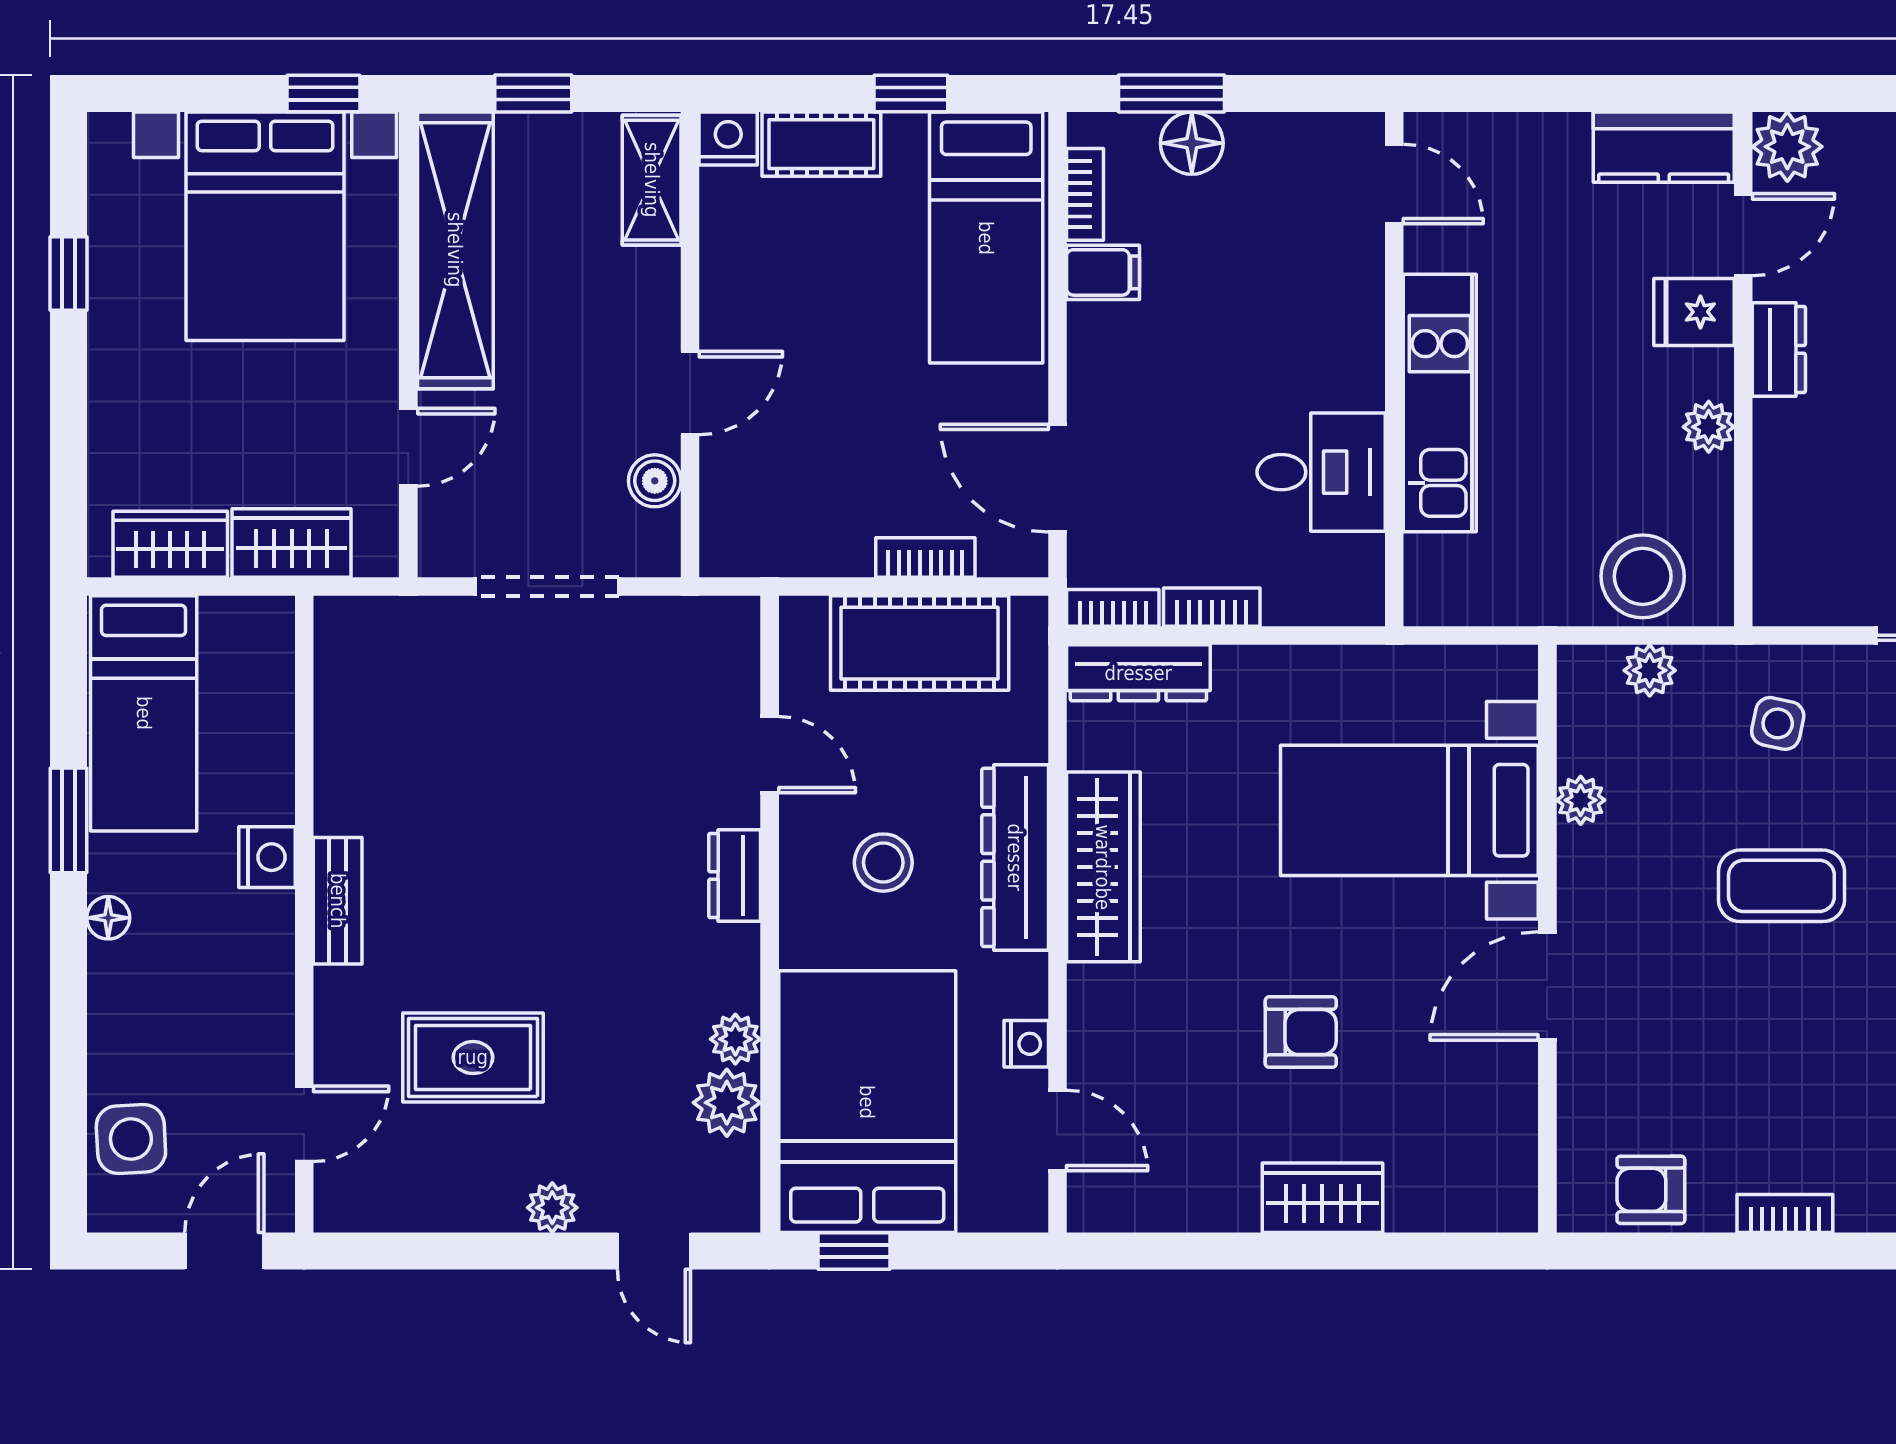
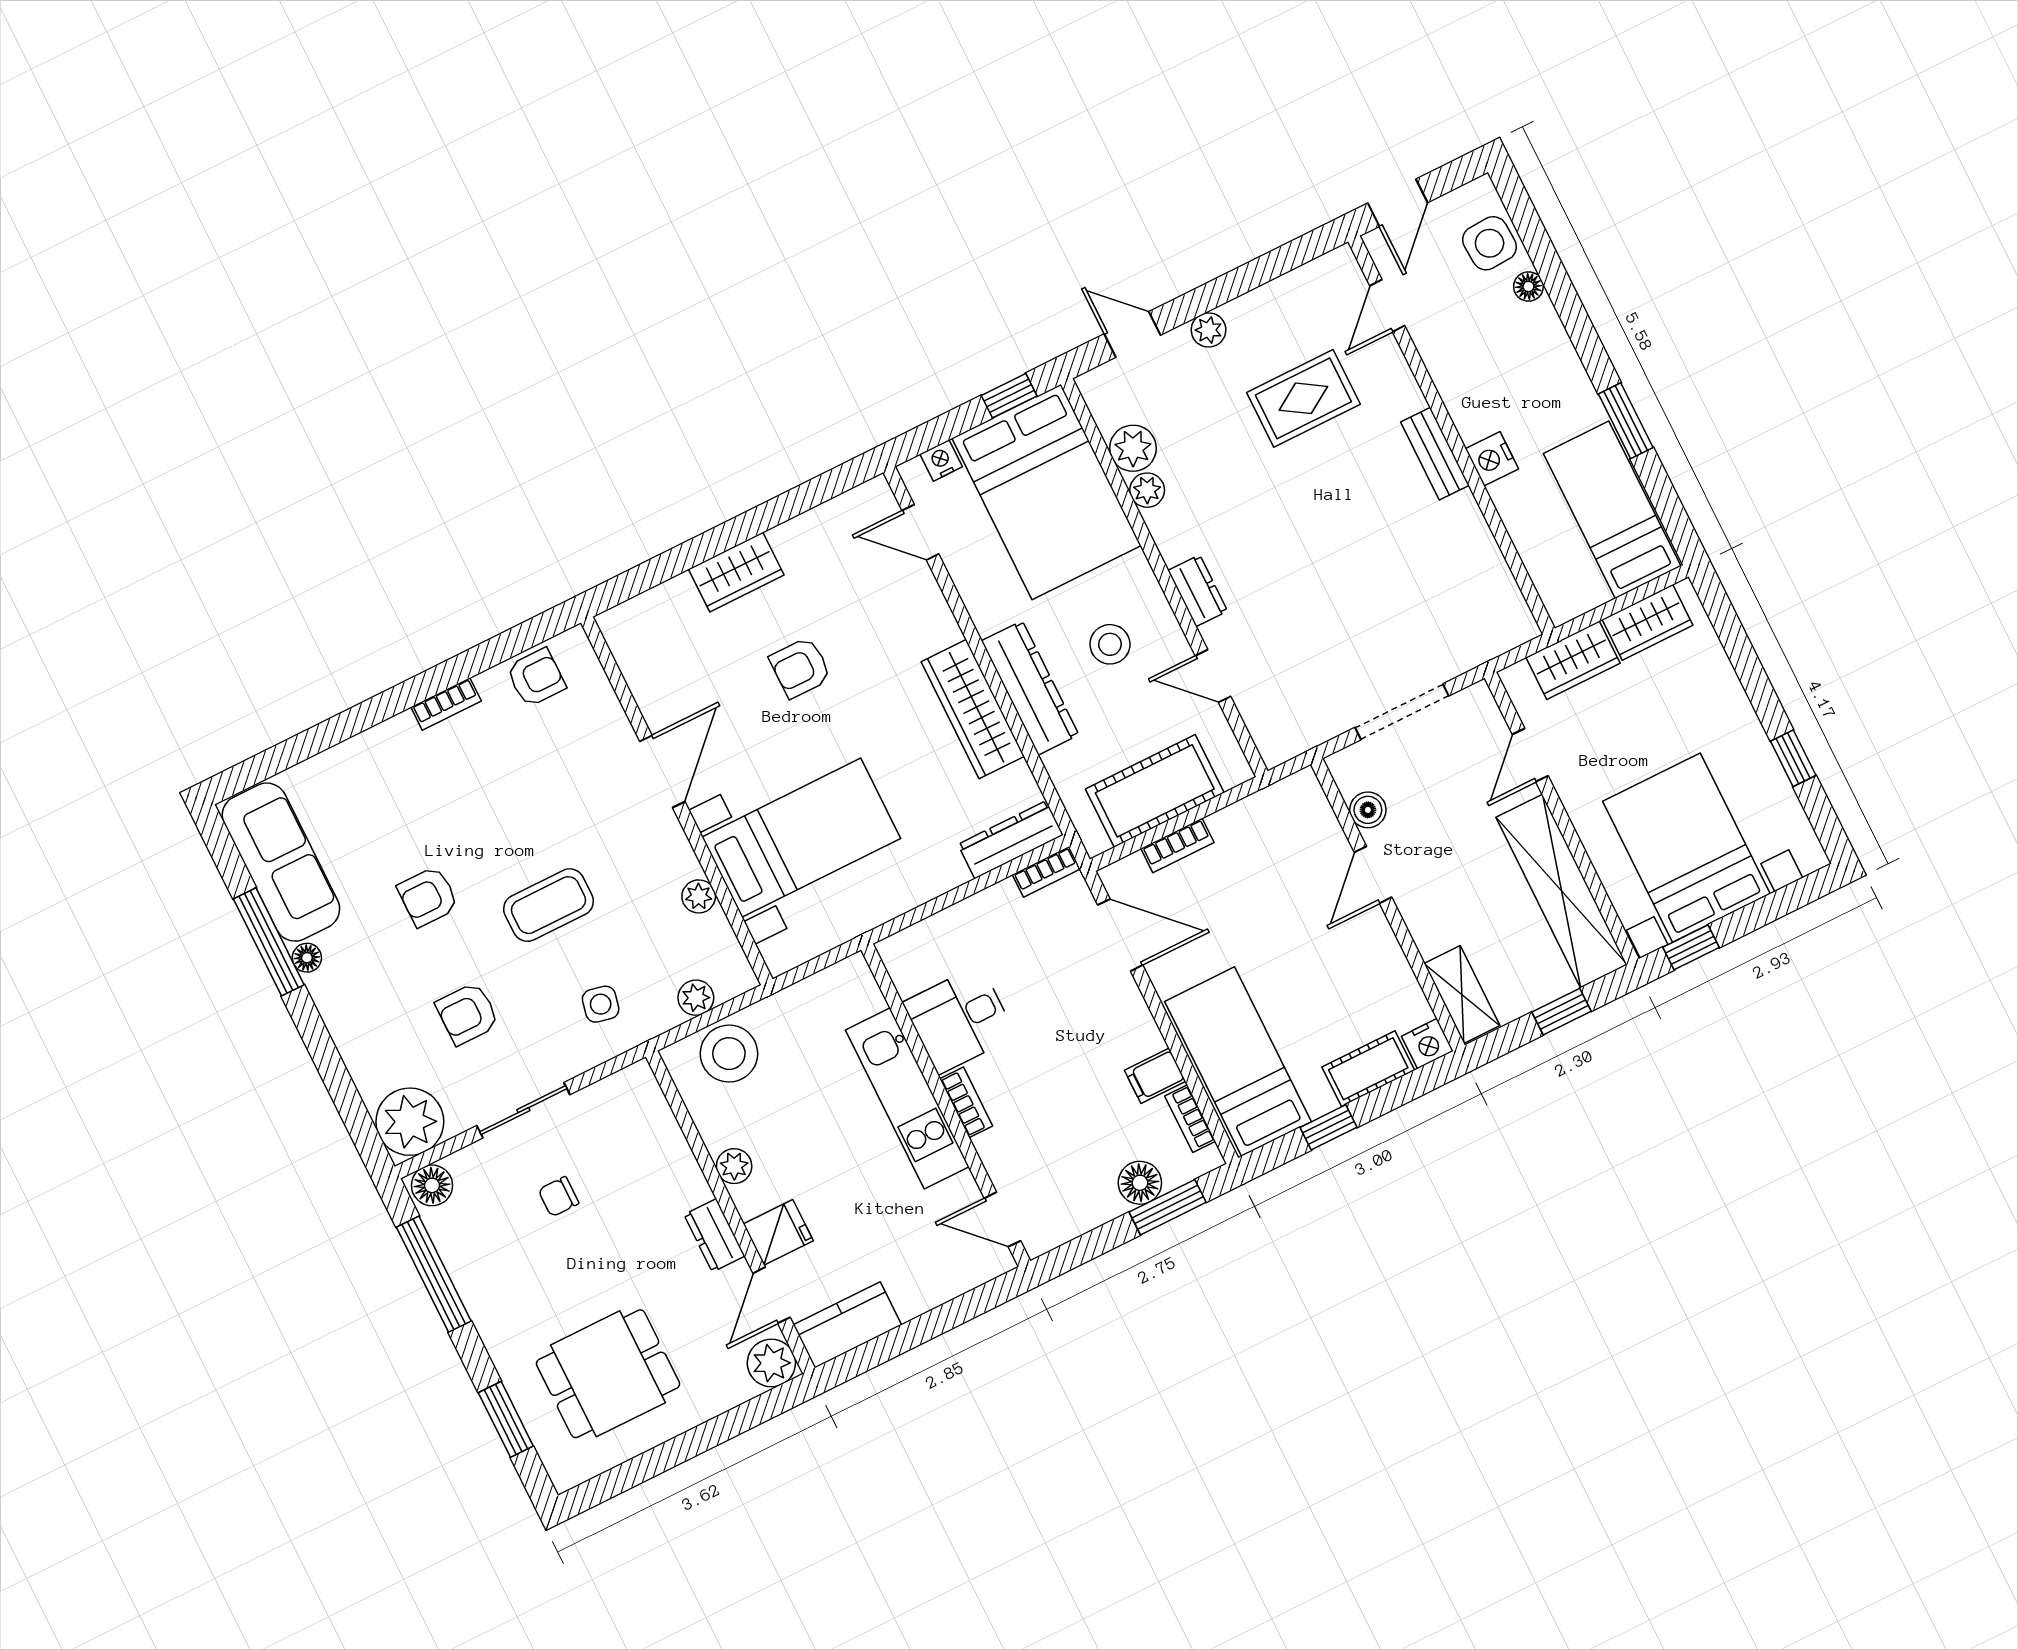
bookcase: (1212, 607) -> (966, 1102), moved, turned -90
floor lamp: (108, 918) -> (1528, 286), moved
nightstand: (1026, 1044) -> (941, 460), moved, turned 90

